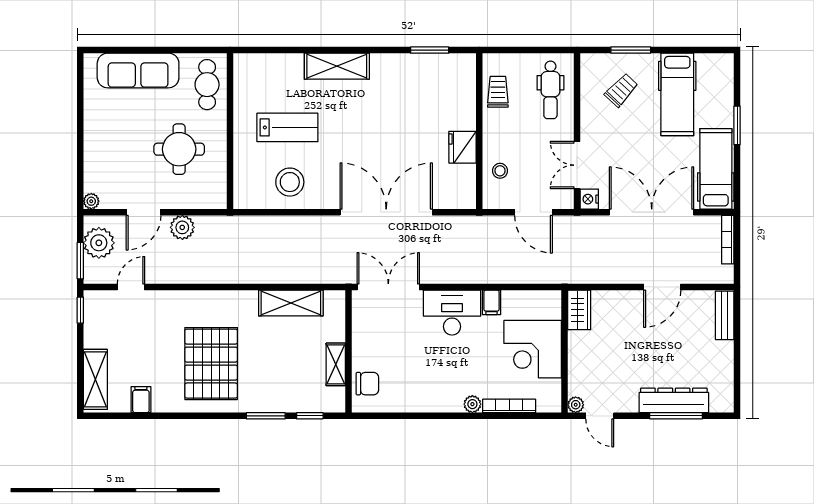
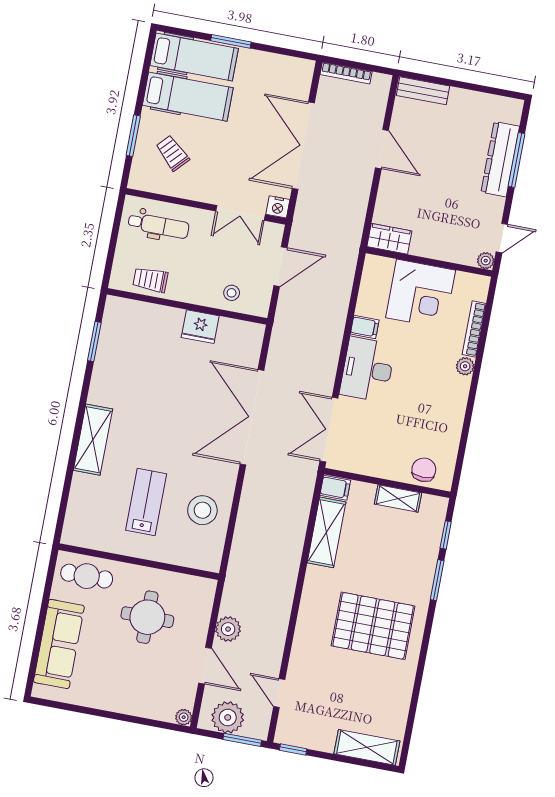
hospital bed: (716, 169) -> (194, 57), moved, turned 180
filing cabinet: (141, 400) -> (335, 488), moved, turned 180

